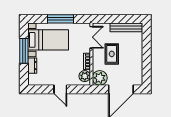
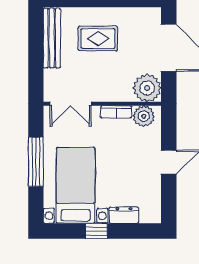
double door: (91, 37) -> (71, 104), swing flipped
window: (24, 51) -> (96, 231), width x0.46
rug: (112, 54) -> (98, 39), moved

